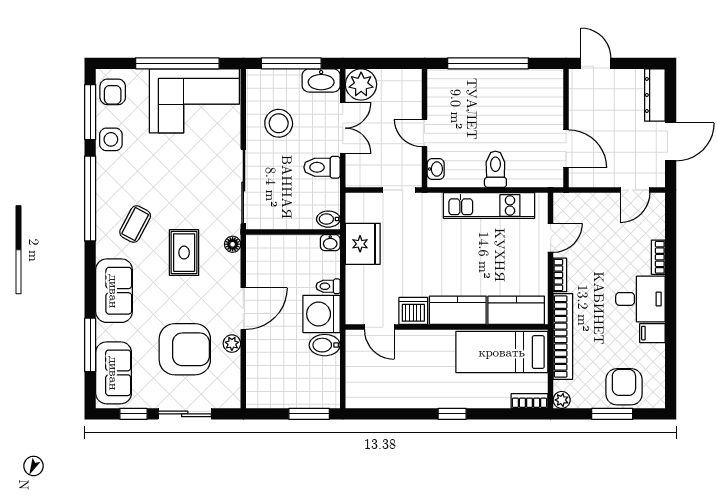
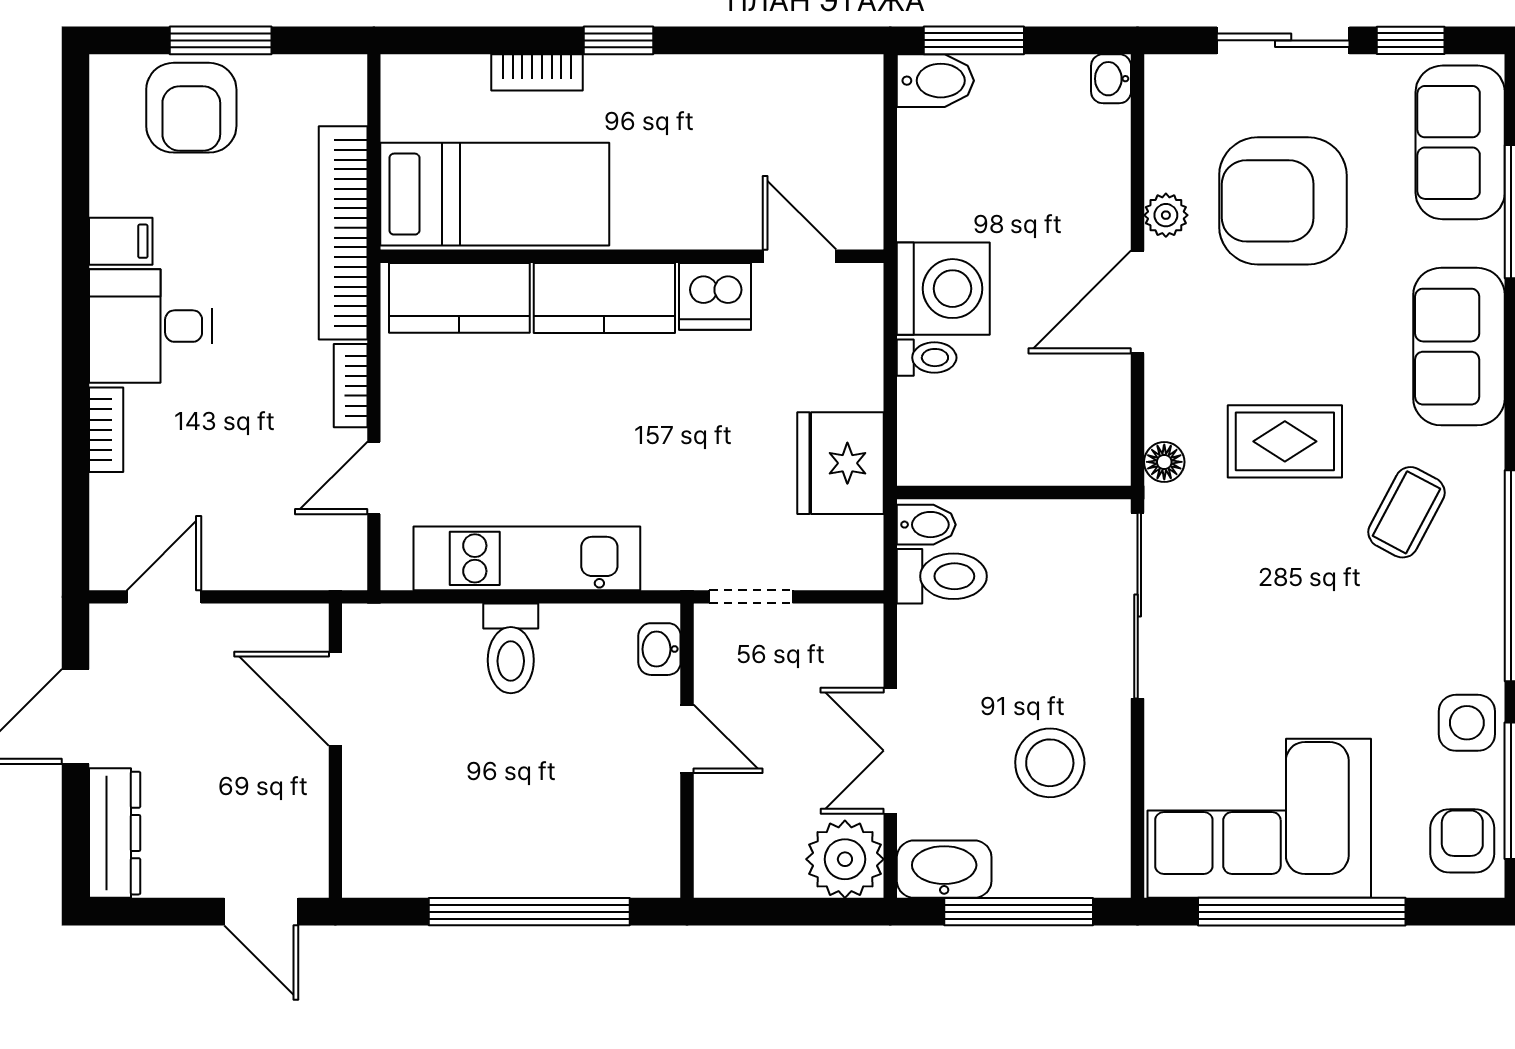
toilet: (322, 167) -> (942, 576), moved
washbasin: (330, 243) -> (1111, 79), moved, turned -90
rug: (184, 253) -> (1285, 441), turned 90
bidet: (325, 345) -> (935, 81), moved
plant: (562, 400) -> (346, 75), removed
bookcase: (530, 401) -> (537, 72), moved

